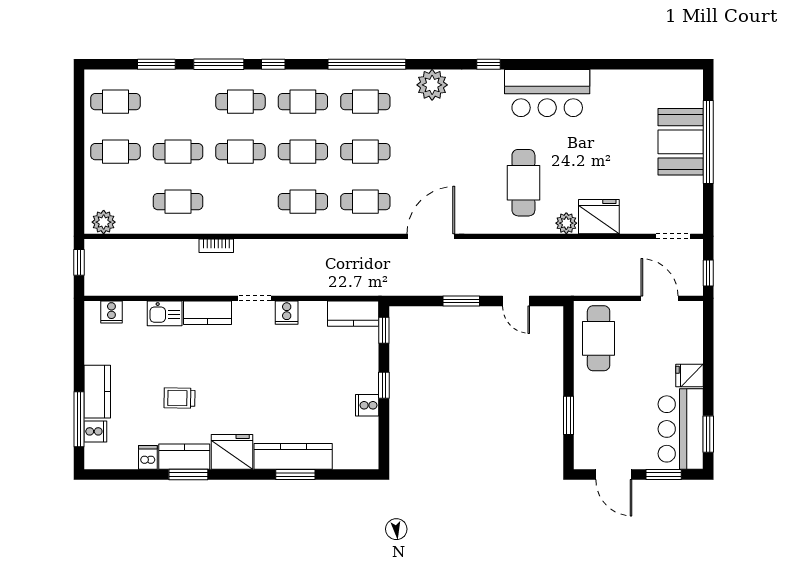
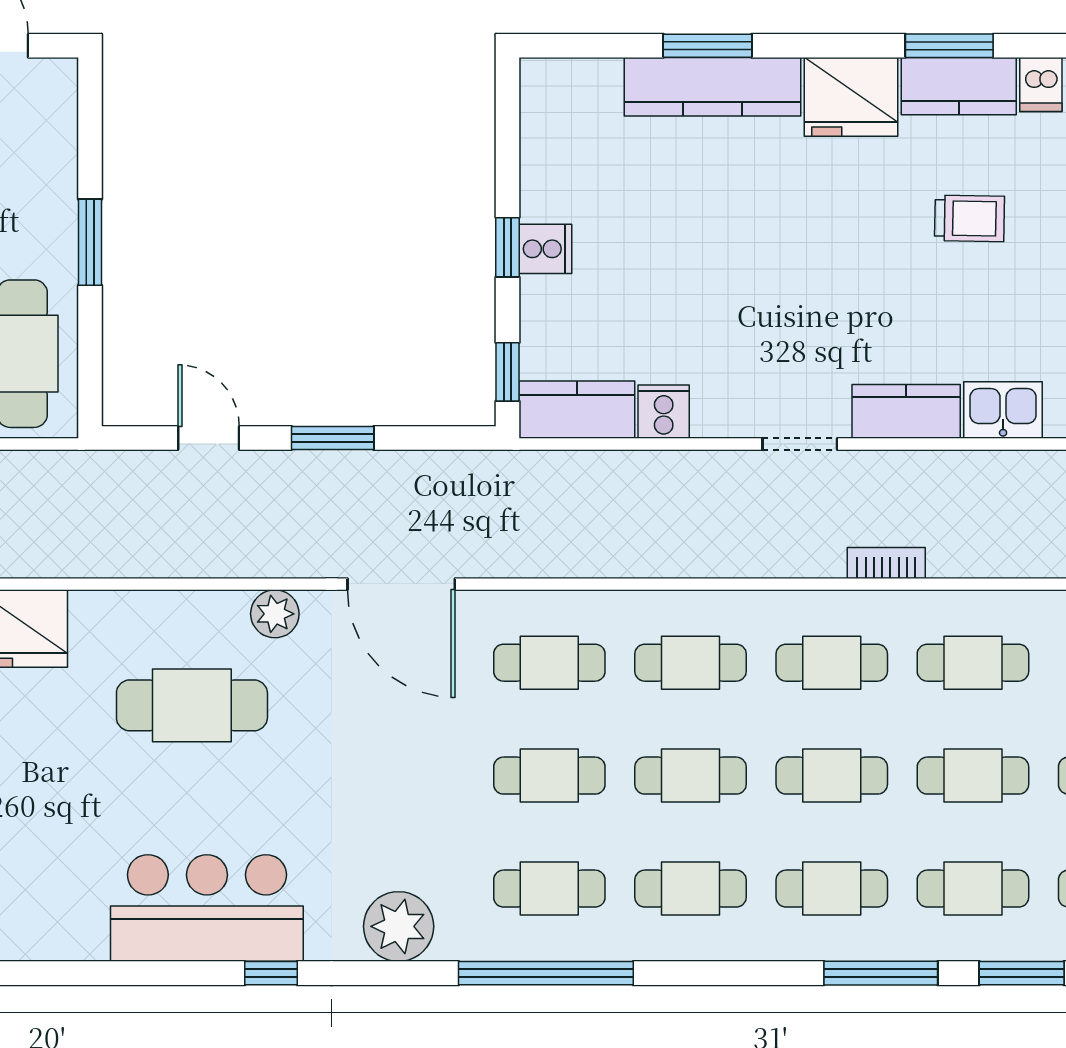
window: (273, 64) -> (757, 973), removed
bar counter: (547, 93) -> (207, 908), moved
cafe table: (178, 102) -> (973, 889), added
cafe table: (523, 183) -> (192, 705), turned 90
cafe table: (240, 202) -> (832, 663), added
plant: (566, 223) -> (275, 614), moved
door: (431, 236) -> (401, 584), hinge flipped
cooker: (287, 313) -> (664, 412), moved
cooker: (367, 405) -> (545, 249), moved
window: (569, 415) -> (90, 242), moved

